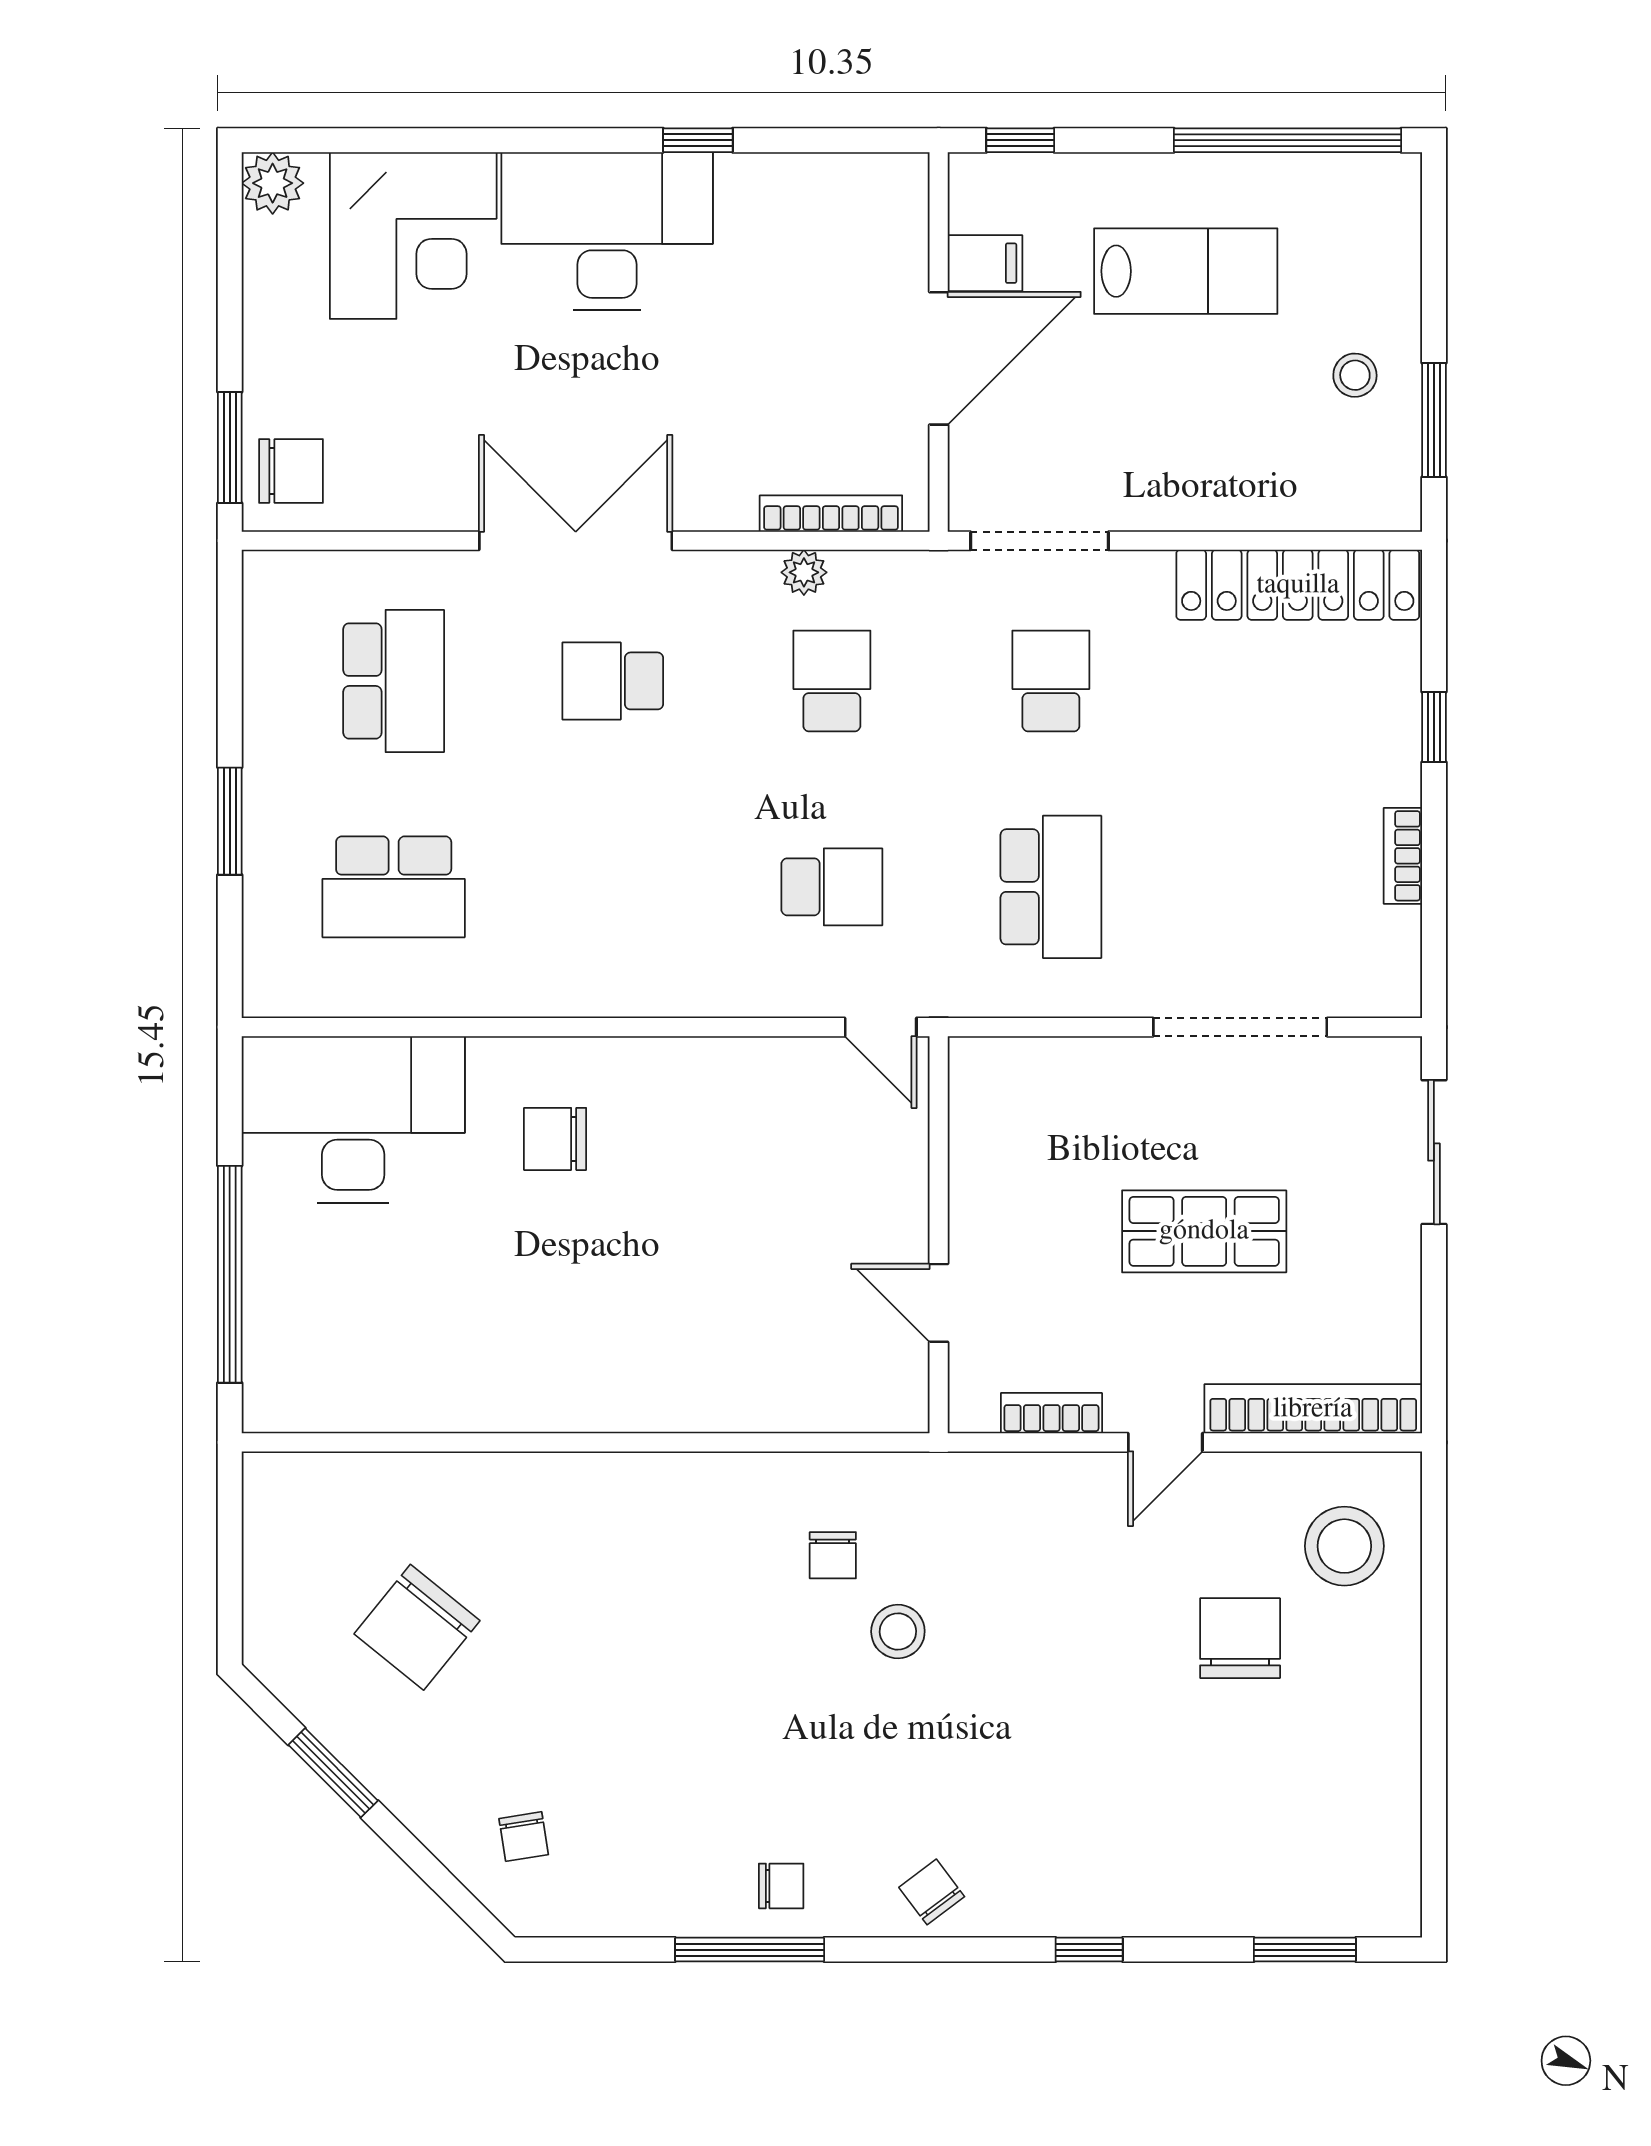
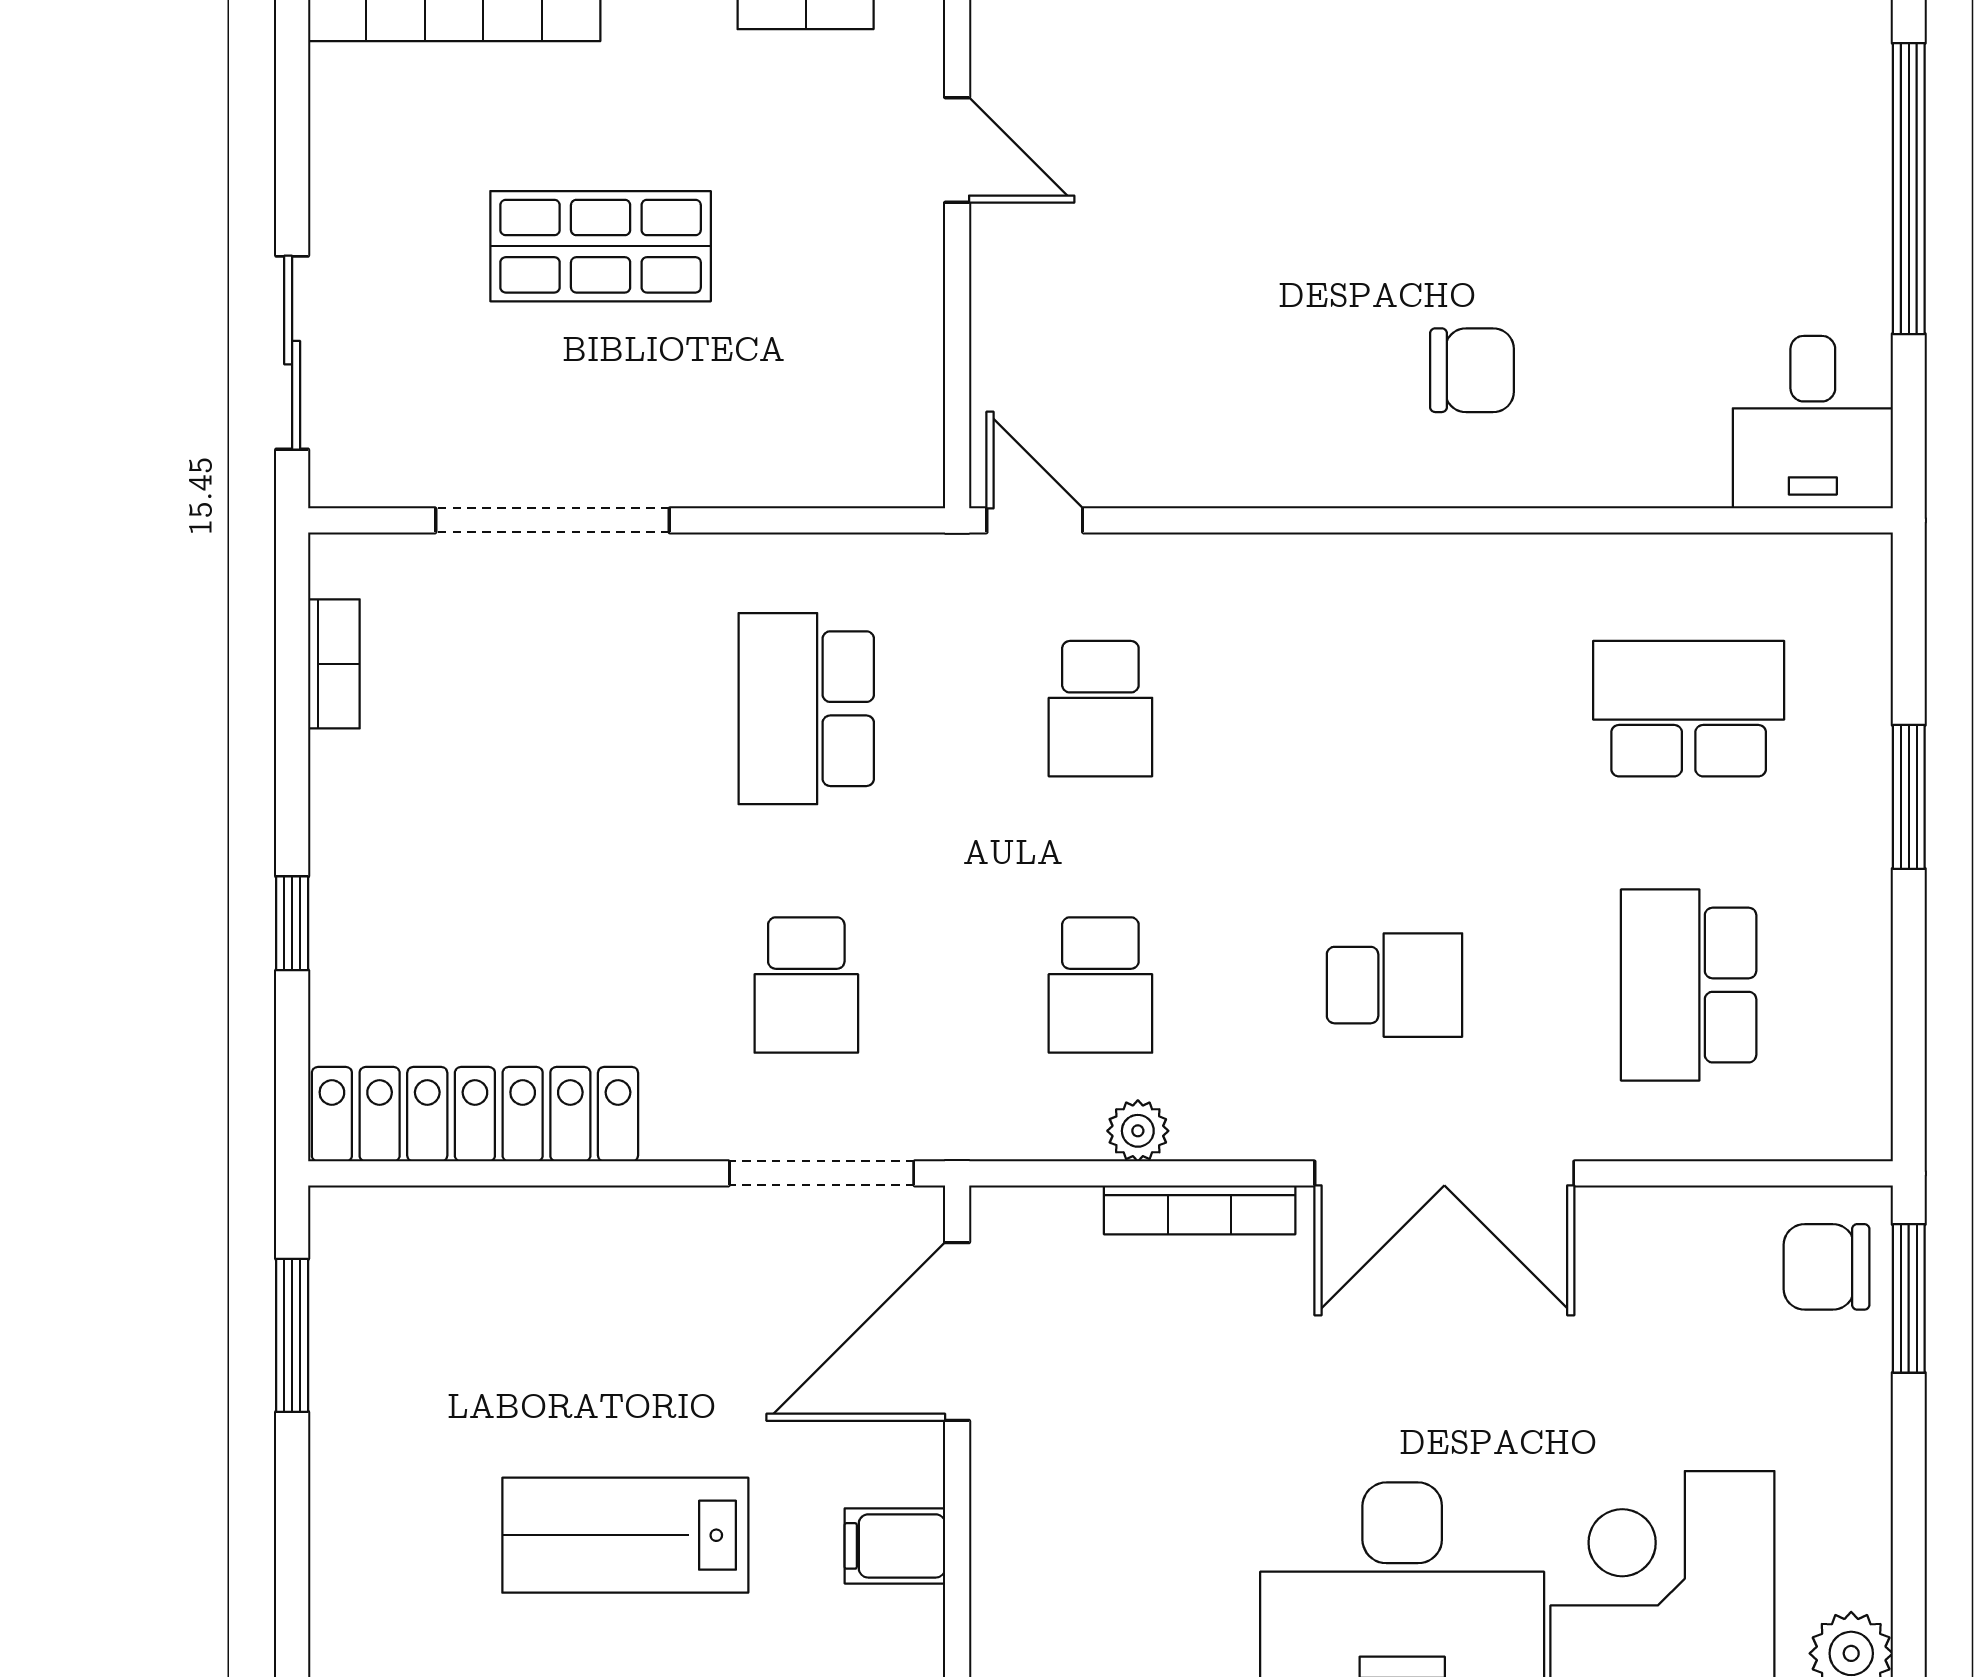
door: (939, 358) -> (957, 1332), moved
stool: (1355, 375) -> (398, 1395), removed
bookcase: (831, 514) -> (1200, 1210), moved
bookcase: (1403, 856) -> (334, 664), moved
school desk: (832, 887) -> (1100, 709), turned -90
desk: (353, 1120) -> (1813, 422), width x0.53, depth x0.77

